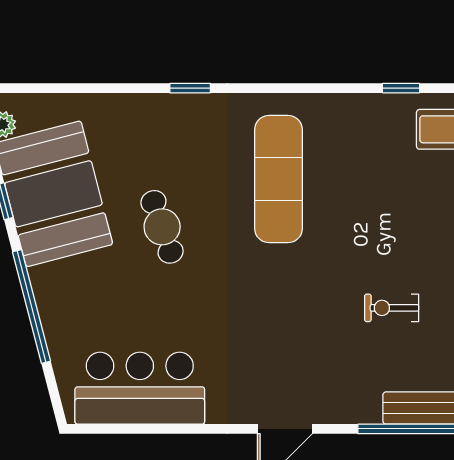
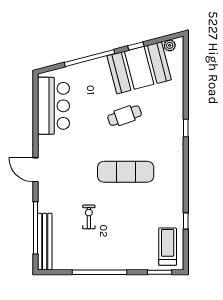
exercise mat: (278, 179) -> (126, 172), moved

